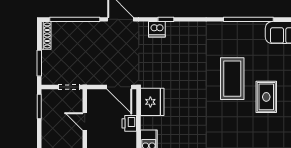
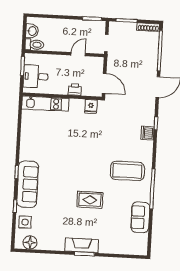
dishwasher: (157, 29) -> (147, 133), moved
coffee table: (232, 79) -> (127, 171), moved
door: (119, 87) -> (104, 83), swing flipped
fridge: (152, 102) -> (91, 106), width x0.53, depth x0.75

